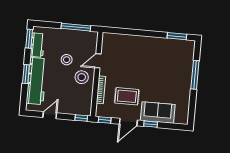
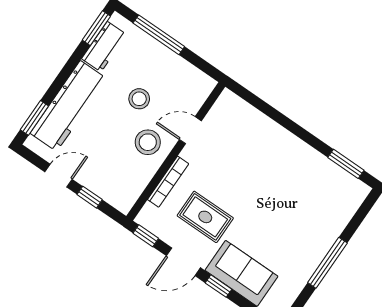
window: (76, 27) -> (159, 35), moved
window: (26, 74) -> (34, 118), moved
window: (195, 75) -> (327, 263), moved
window: (81, 118) -> (90, 197), moved

